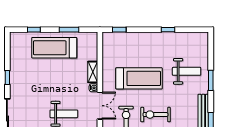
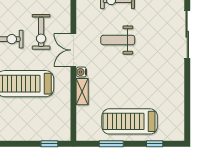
treadmill: (54, 48) -> (130, 121), turned 180
window: (7, 77) -> (187, 85), removed

